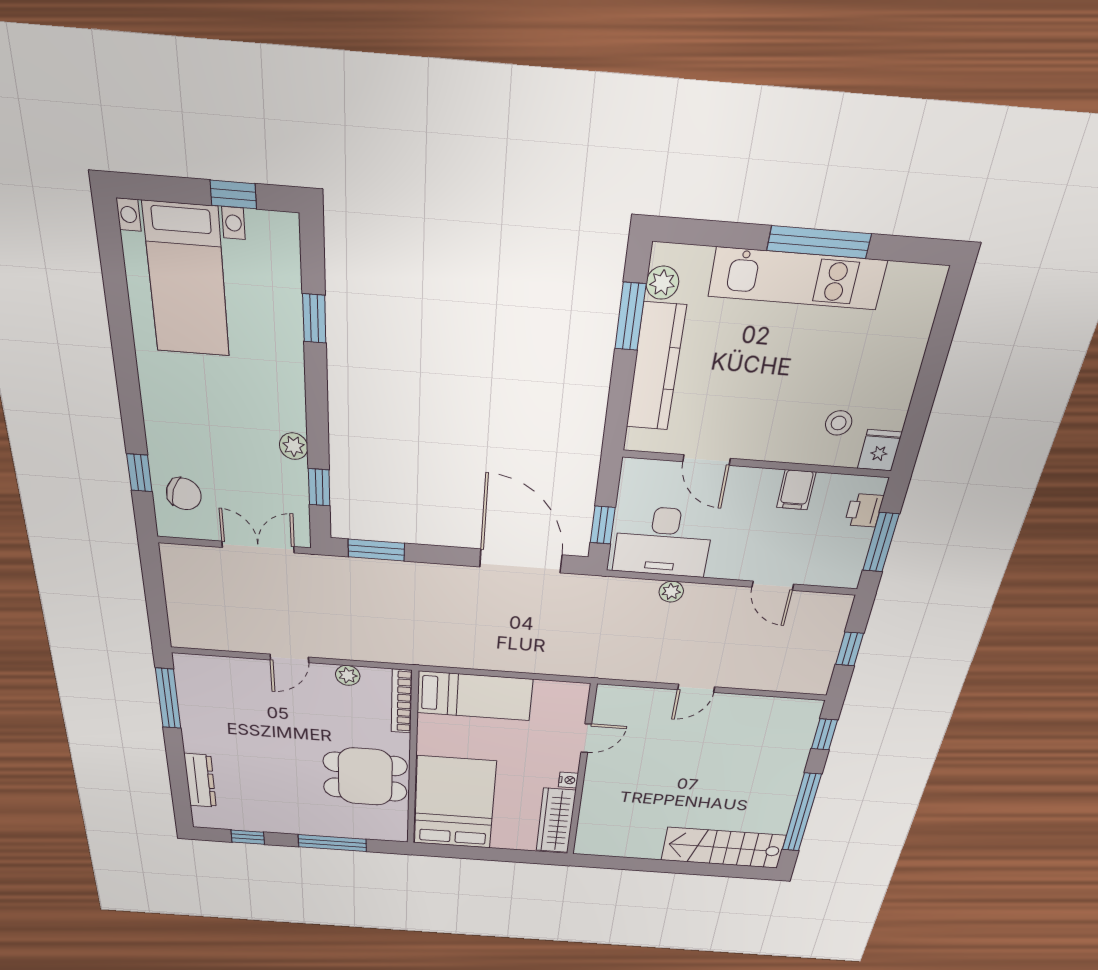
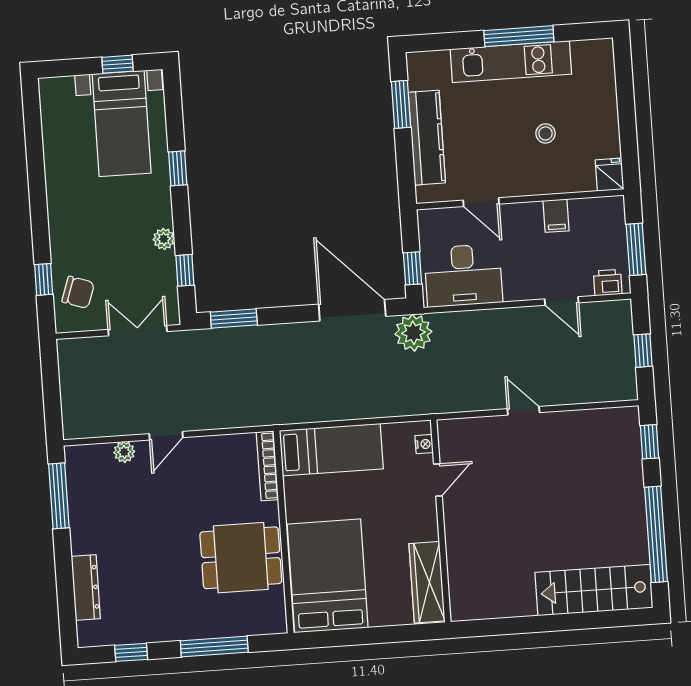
bed with nightstands: (187, 281) -> (122, 124), moved
plant: (662, 283) -> (418, 78), removed
window: (314, 318) -> (178, 168), moved
stool: (839, 423) -> (546, 133), moved
printer: (864, 510) -> (608, 283), moved, turned 90
plant: (671, 592) -> (413, 333), moved, width x1.87, depth x1.87
plant: (348, 675) -> (124, 452), moved
door: (696, 688) -> (523, 411), swing flipped
nightstand: (568, 780) -> (424, 444), moved

